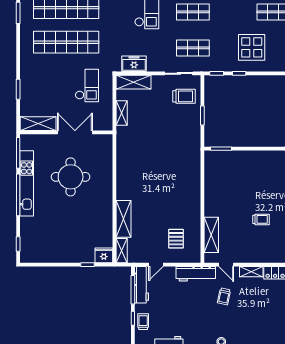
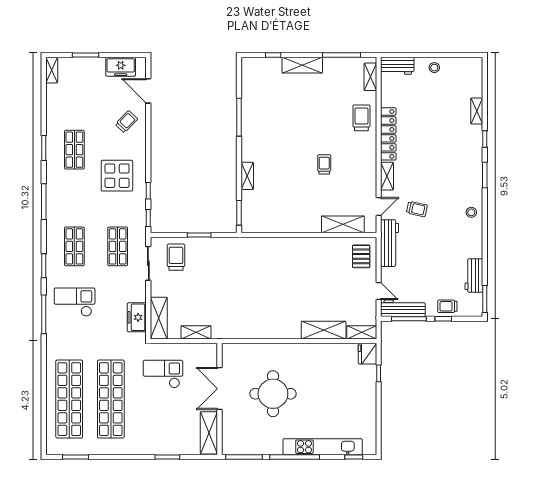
shelving: (251, 156) -> (247, 176), added
kitchen unit: (27, 183) -> (323, 447), moved
pallet: (176, 239) -> (361, 256), moved, turned 90

